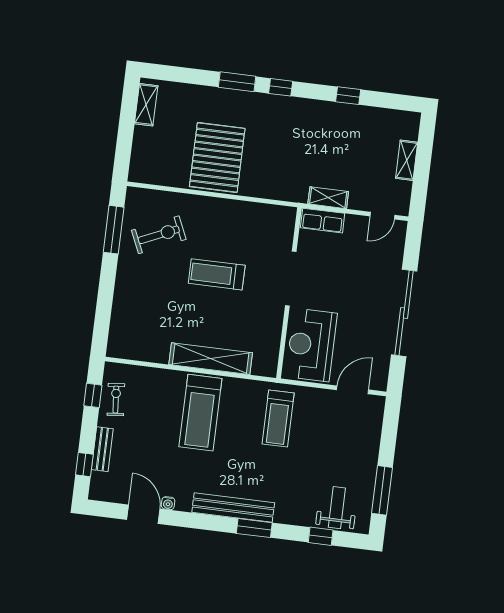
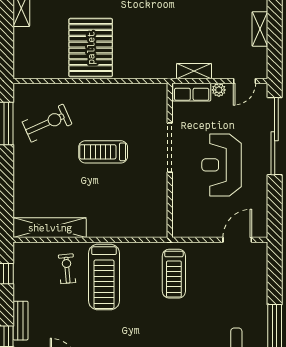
plant: (353, 222) -> (219, 90), added
sliding door: (404, 313) -> (275, 136), moved
reception desk: (311, 345) -> (222, 165), moved
shelving: (211, 359) -> (50, 228), moved
exercise bike: (116, 400) -> (67, 269), moved

